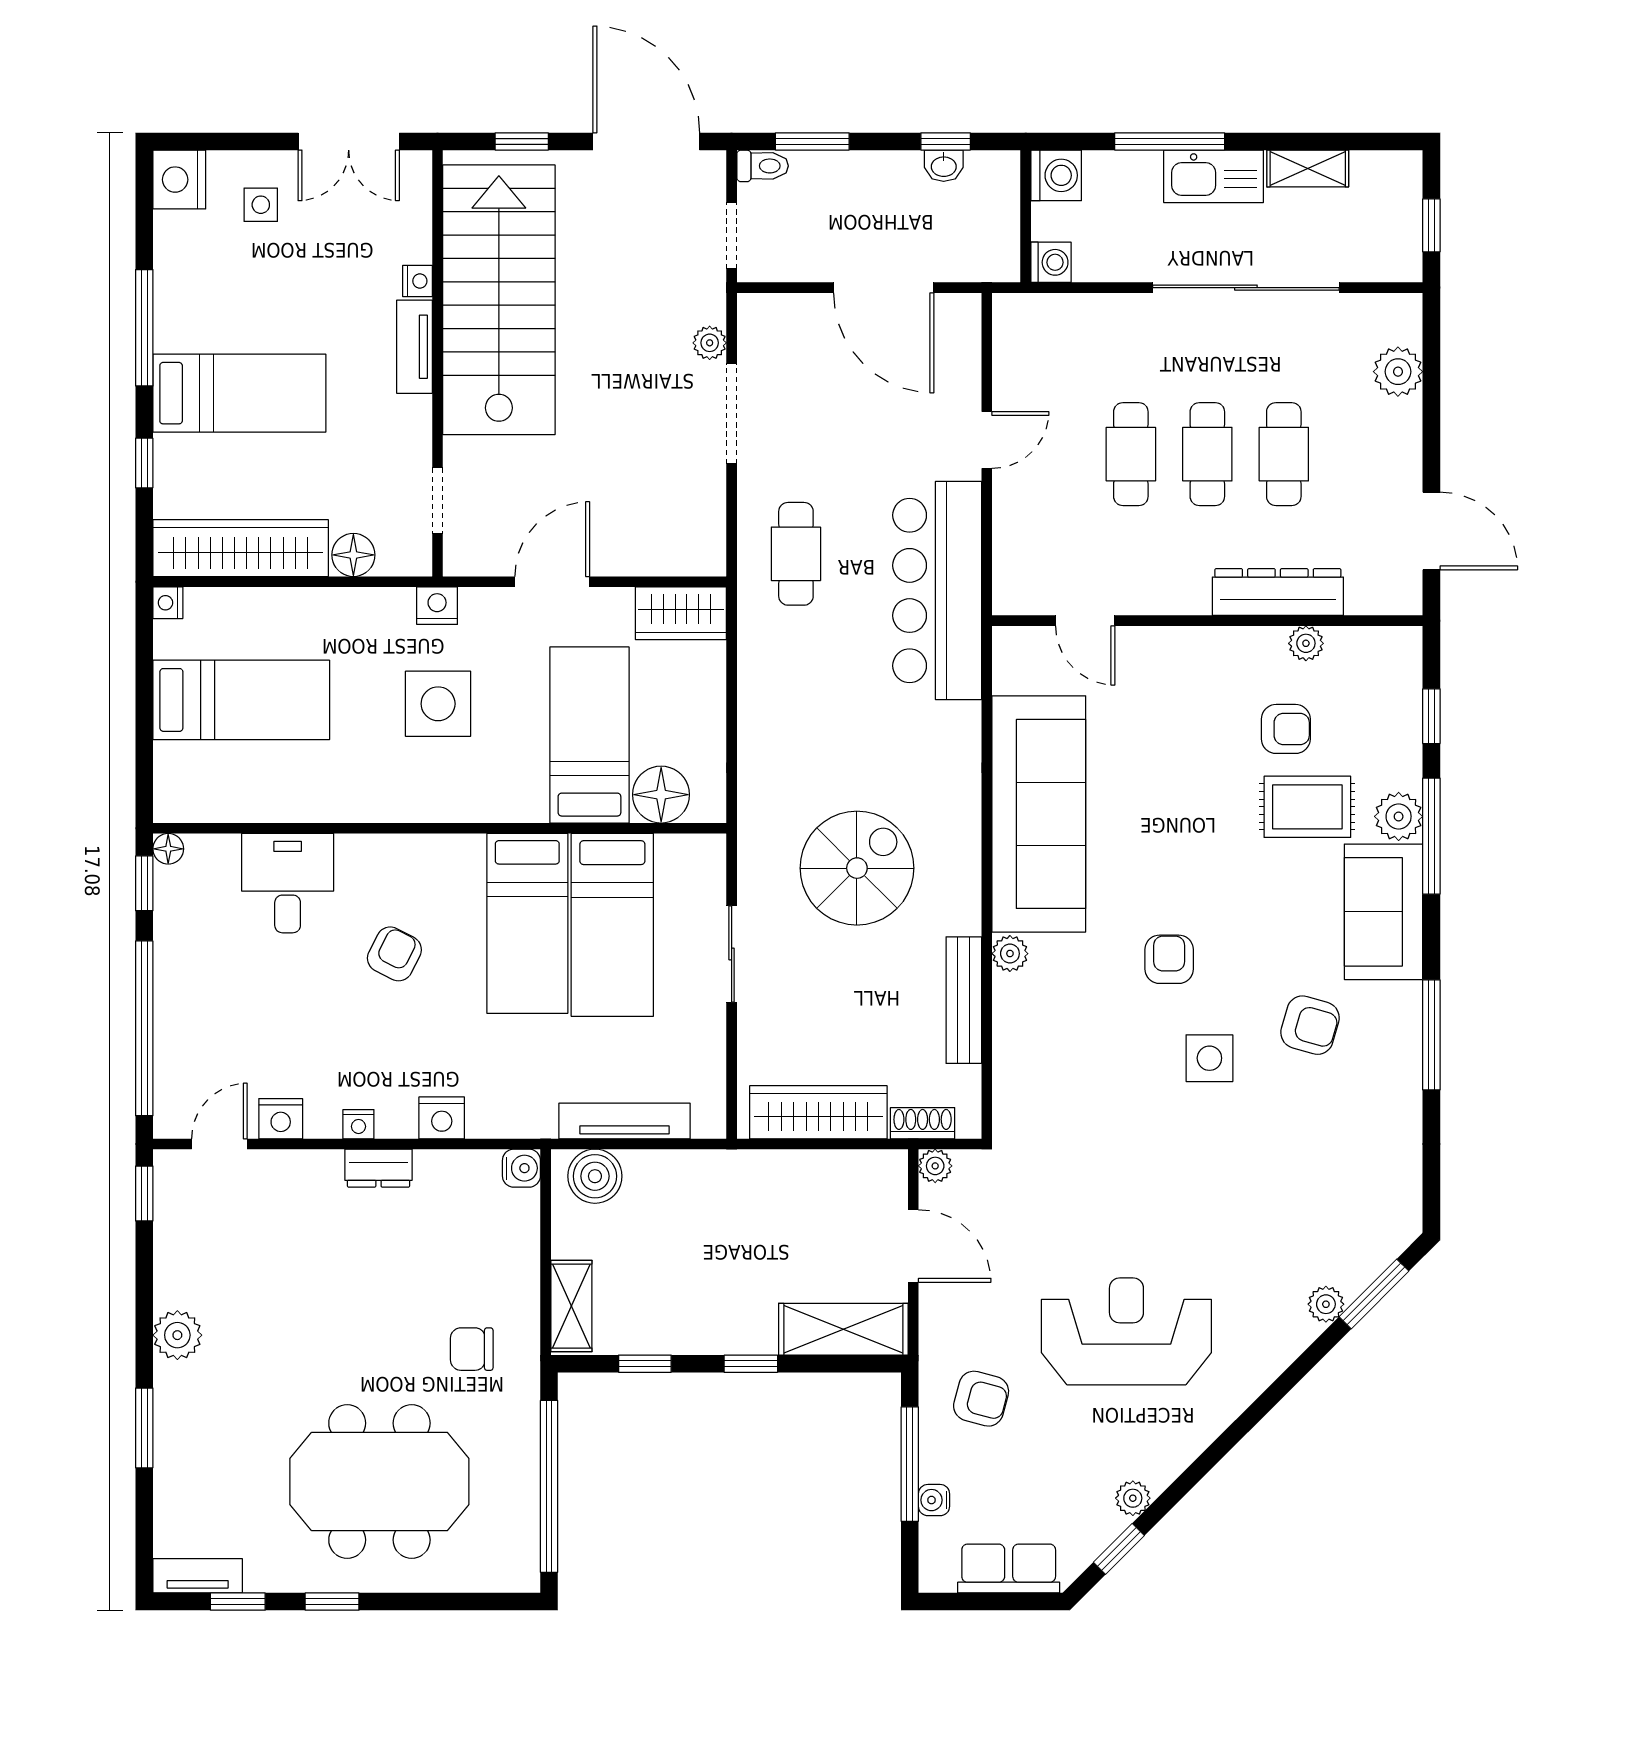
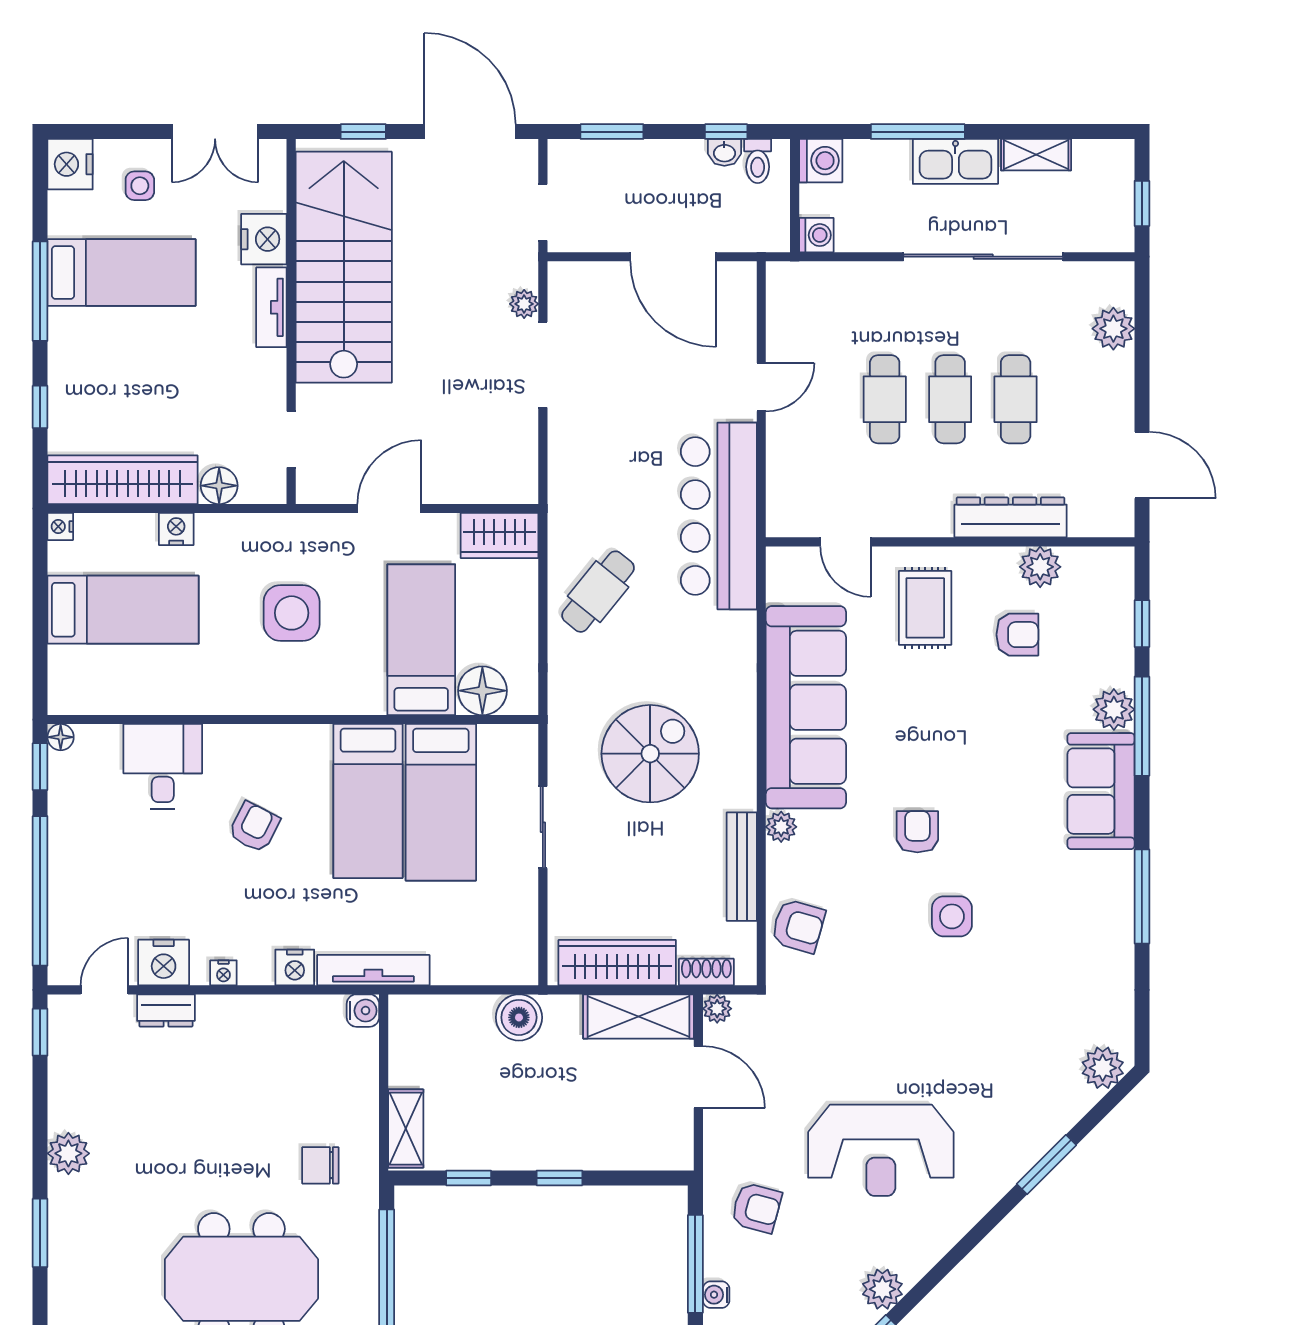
toilet: (763, 166) -> (758, 161), moved, turned 90
nightstand: (417, 281) -> (264, 239), width x1.89, depth x1.79
bed: (239, 393) -> (122, 273), moved
cafe table: (796, 554) -> (598, 592), moved, turned 39
nightstand: (437, 606) -> (176, 529), moved
plant: (1306, 643) -> (1040, 567), width x1.38, depth x1.38
rug: (1307, 807) -> (925, 608), moved, turned 90
armchair: (1310, 1025) -> (798, 926), moved
nightstand: (281, 1119) -> (164, 963), width x1.36, depth x1.33
tv unit: (625, 1121) -> (373, 970), moved
dresser: (378, 1168) -> (166, 1011), moved
boiler: (595, 1176) -> (519, 1017), moved
window: (1374, 1294) -> (1046, 1165), moved
plant: (1326, 1304) -> (1103, 1068), moved, width x1.38, depth x1.38
shelving: (843, 1329) -> (639, 1016), moved
reception desk: (1126, 1331) -> (881, 1150), turned 180
plant: (1133, 1498) -> (882, 1289), width x1.38, depth x1.38

